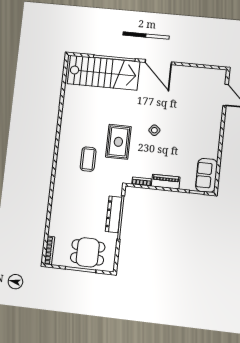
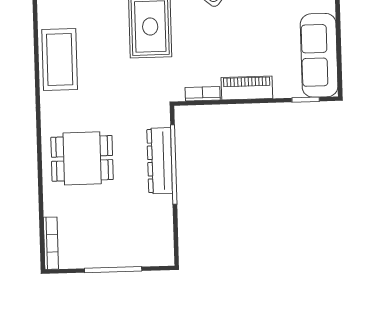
coffee table: (88, 159) -> (60, 60), moved, width x1.36, depth x1.32
sofa: (207, 175) -> (319, 55), width x1.36
dining table: (88, 252) -> (82, 158), moved

